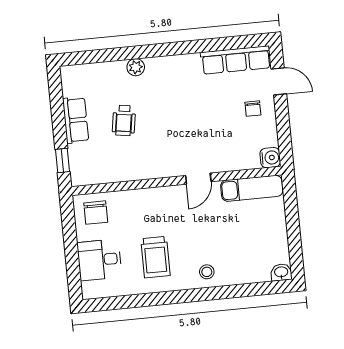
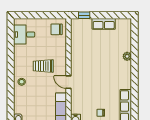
wheelchair: (124, 120) -> (101, 48), removed
trolley: (155, 257) -> (43, 66), moved
desk: (99, 260) -> (24, 35), moved, turned -90

